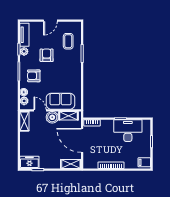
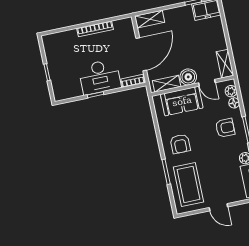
door: (50, 21) -> (218, 207), swing flipped
coffee table: (68, 41) -> (188, 184), width x1.86, depth x1.72
armchair: (47, 55) -> (180, 144), moved
desk: (128, 131) -> (100, 77), moved
door: (82, 140) -> (141, 54), hinge flipped
filing cabinet: (144, 162) -> (51, 42), removed

